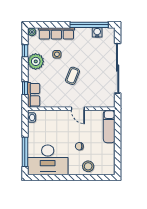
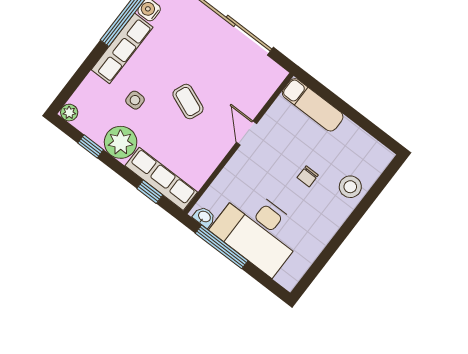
row of seats: (56, 33) -> (122, 48), moved
row of seats: (34, 95) -> (161, 179), width x1.48
door: (78, 109) -> (247, 133), swing flipped
window: (25, 152) -> (222, 247), moved
desk: (48, 160) -> (258, 231), moved, turned 90

